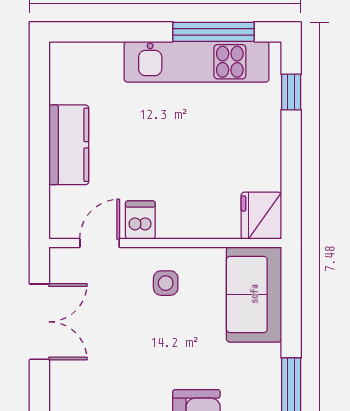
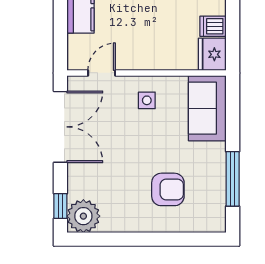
dishwasher: (140, 220) -> (213, 26), moved, turned -90
double door: (39, 322) -> (60, 127), width x1.37

